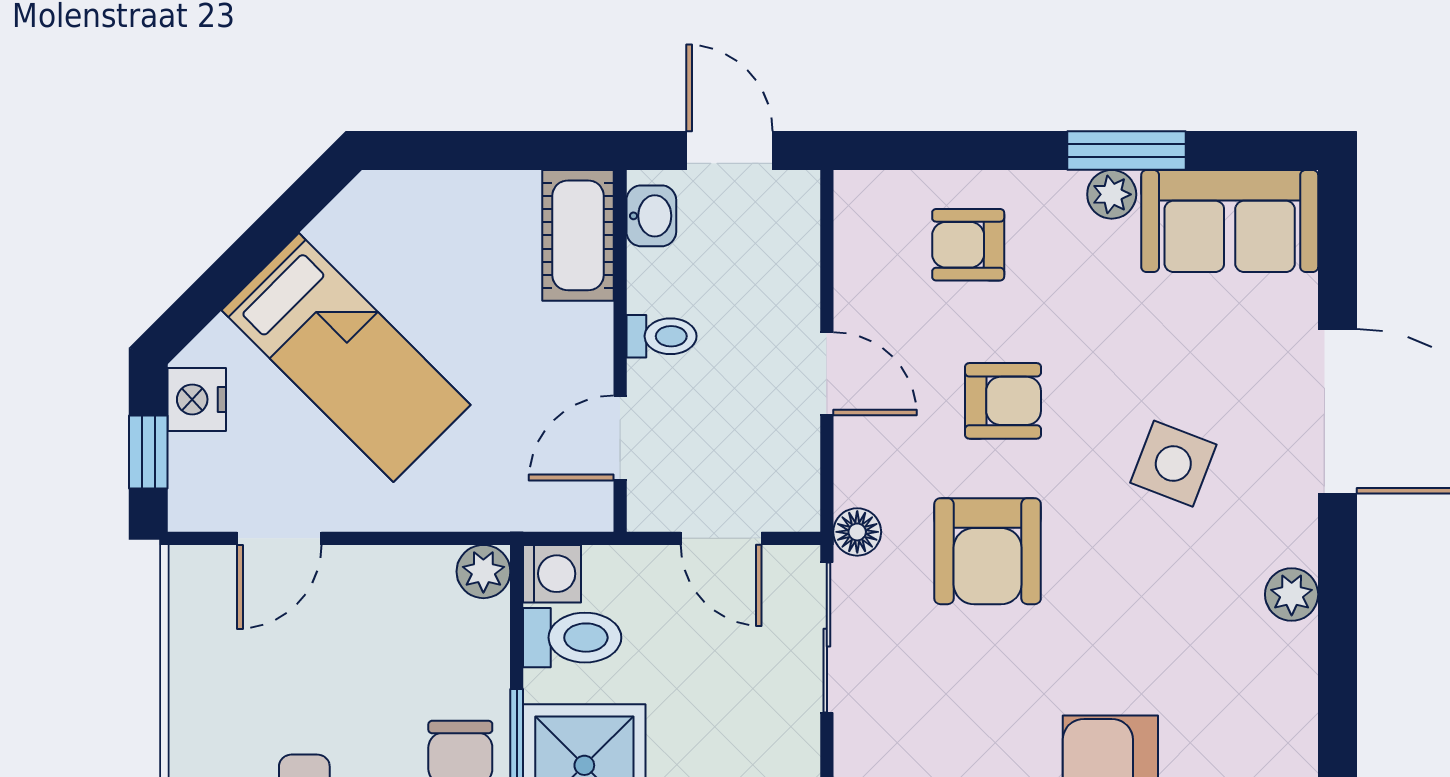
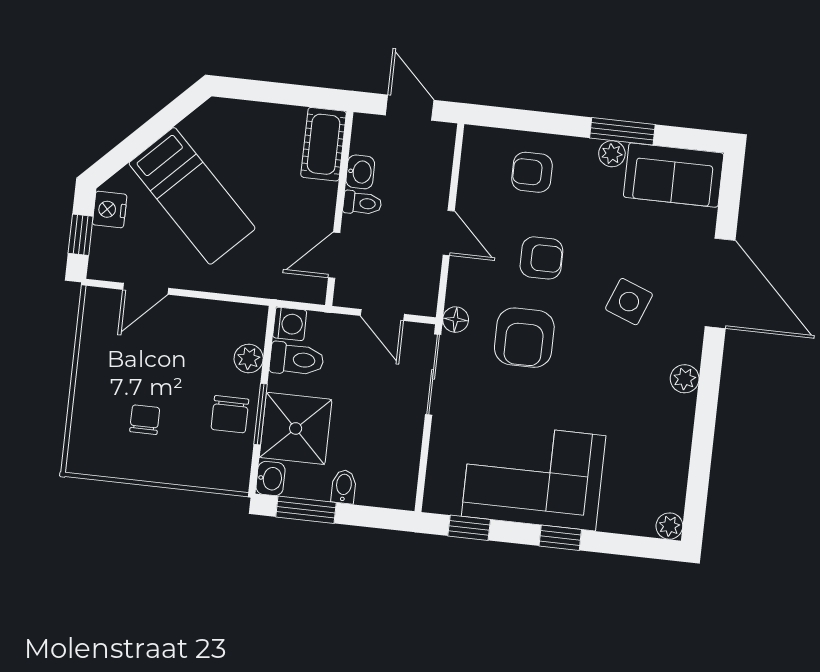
washbasin: (651, 216) -> (360, 172), moved
plant: (483, 572) -> (249, 359), moved

